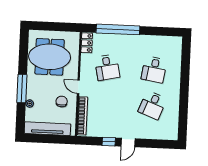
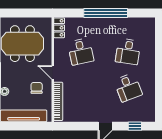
window: (118, 29) -> (106, 13), moved
desk: (152, 105) -> (128, 87), turned -42
window: (109, 142) -> (135, 126), moved

